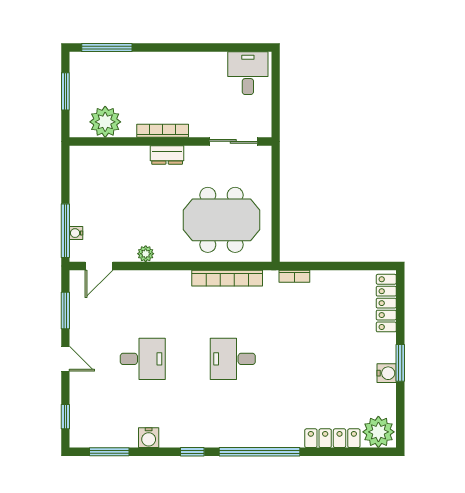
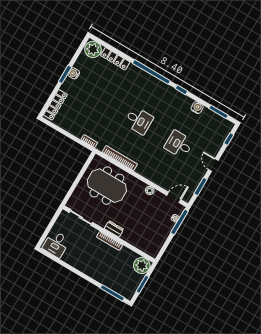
plant: (105, 122) -> (142, 265), moved

